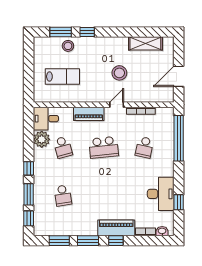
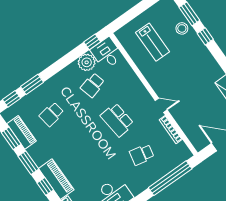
stool: (119, 73) -> (190, 88), removed
piano: (89, 114) -> (22, 132), moved, turned 180
window: (29, 168) -> (92, 42), moved

